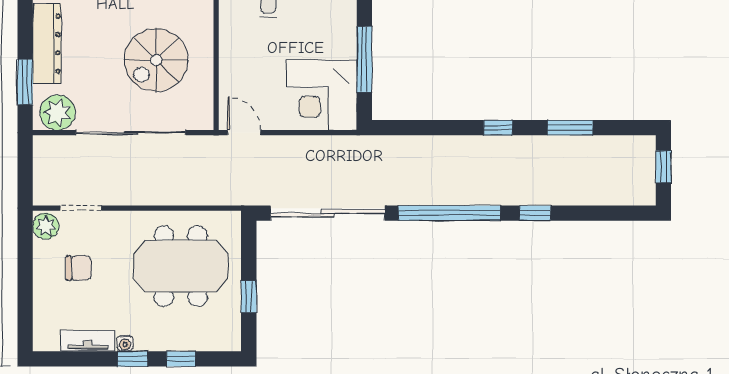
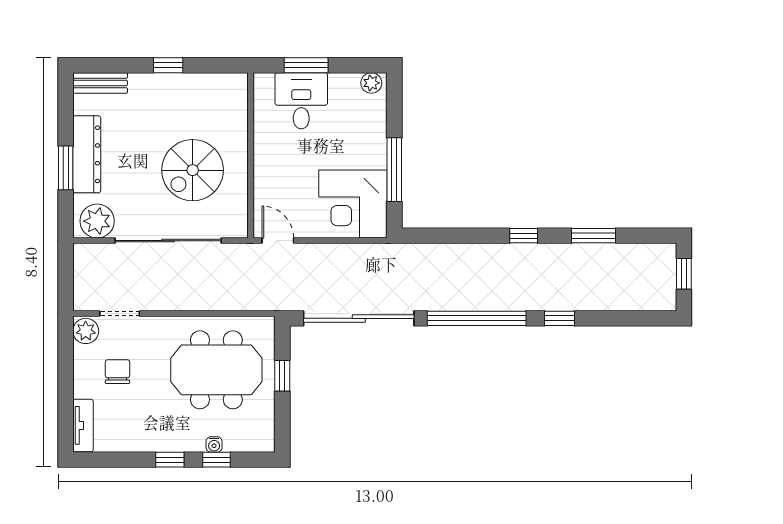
window: (25, 82) -> (66, 168), moved
chair: (79, 268) -> (118, 372), turned -90
window: (249, 297) -> (282, 376), moved
tv unit: (88, 341) -> (83, 425), moved, turned 90
water cooler: (125, 343) -> (214, 444), moved

